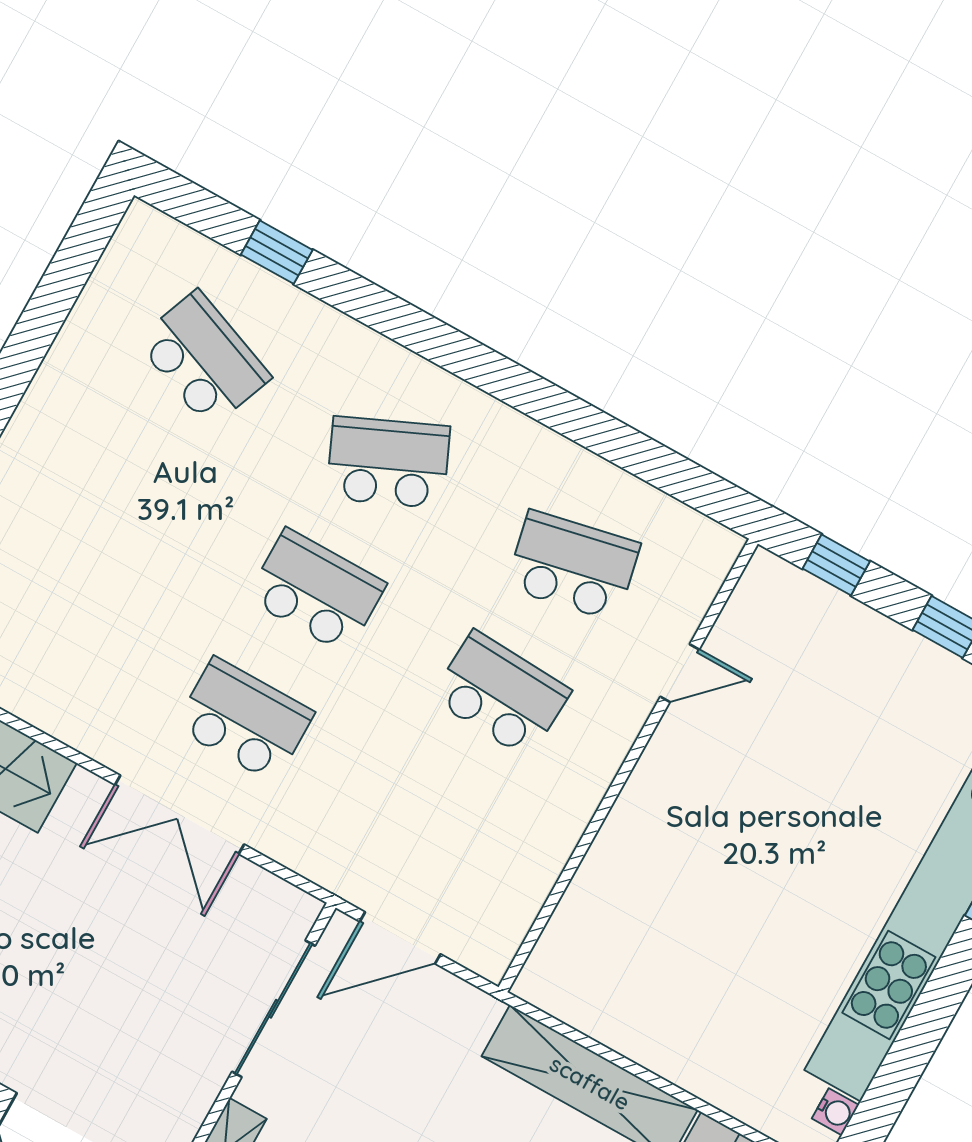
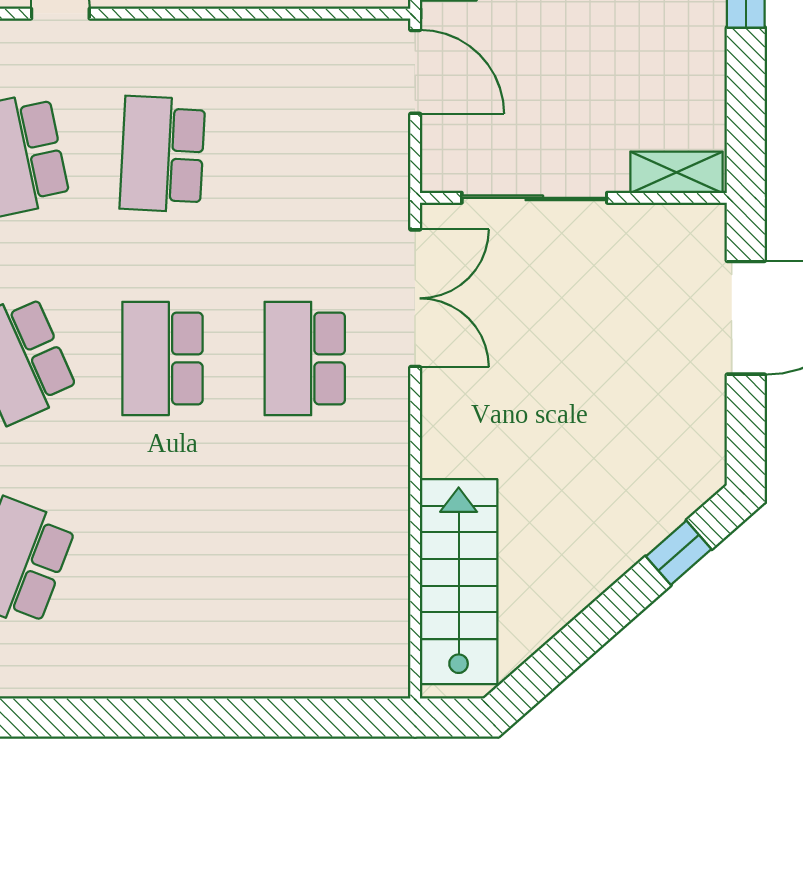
double door: (180, 815) -> (415, 298), moved
door: (400, 938) -> (415, 72), moved

